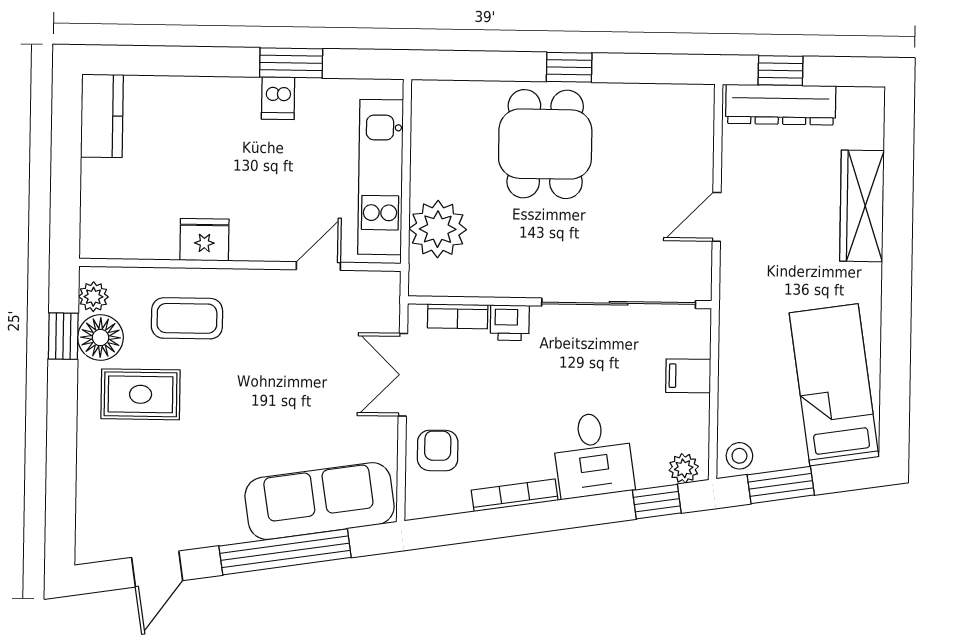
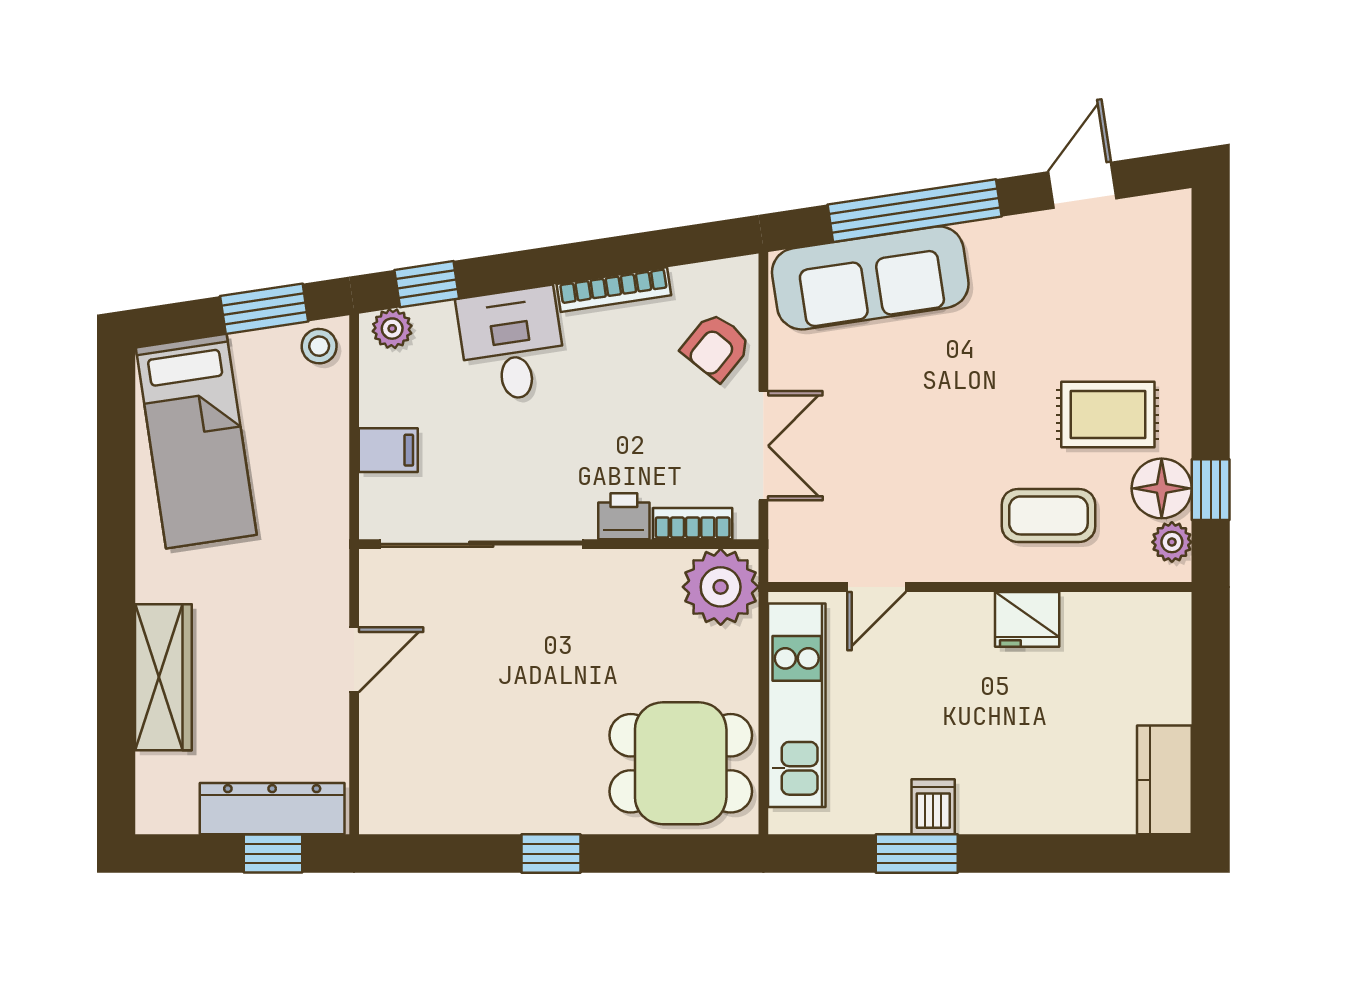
dining table: (545, 144) -> (681, 763), moved, turned 90
plant: (438, 229) -> (721, 587), moved
armchair: (438, 451) -> (716, 347), turned 39

